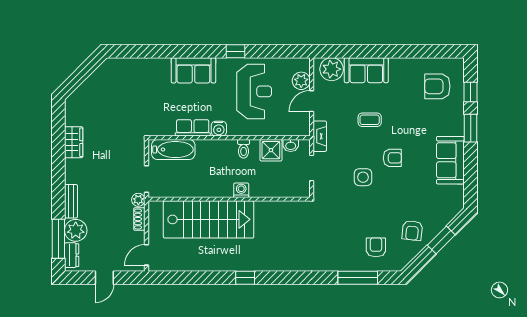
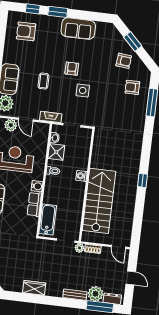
armchair: (437, 86) -> (26, 31), turned 90

